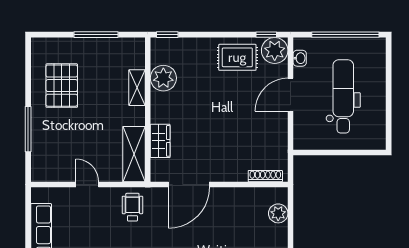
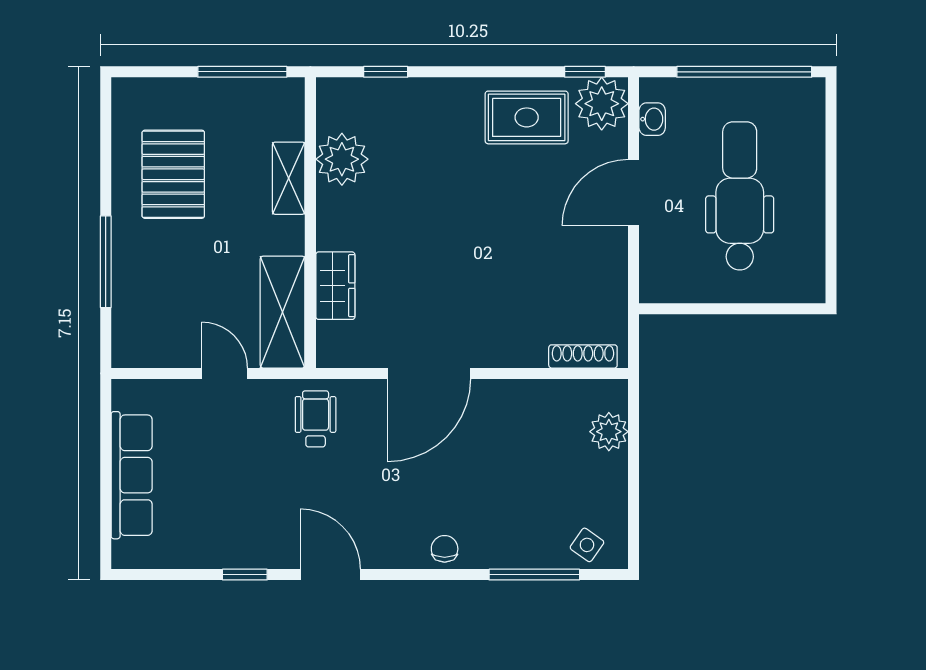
plant: (163, 78) -> (342, 159), moved
shelving: (137, 88) -> (289, 178), moved
wall: (148, 110) -> (310, 223), moved
wardrobe: (160, 141) -> (335, 286), moved
shelving: (134, 154) -> (283, 312), moved

